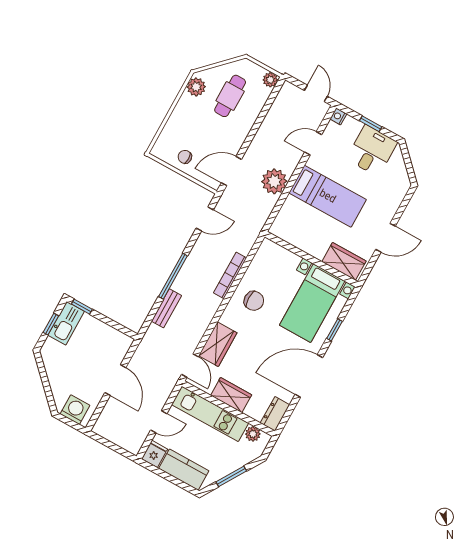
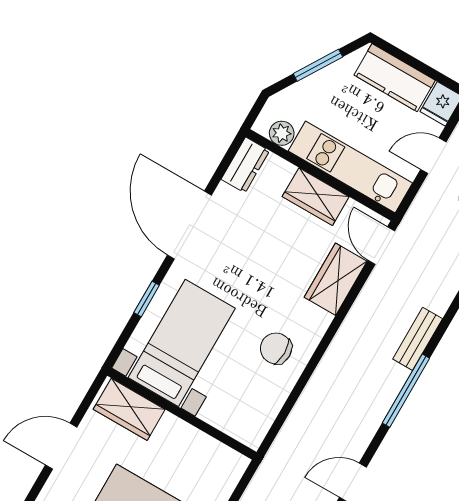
bookcase: (230, 275) -> (314, 390), removed
door: (309, 376) -> (189, 225), swing flipped

